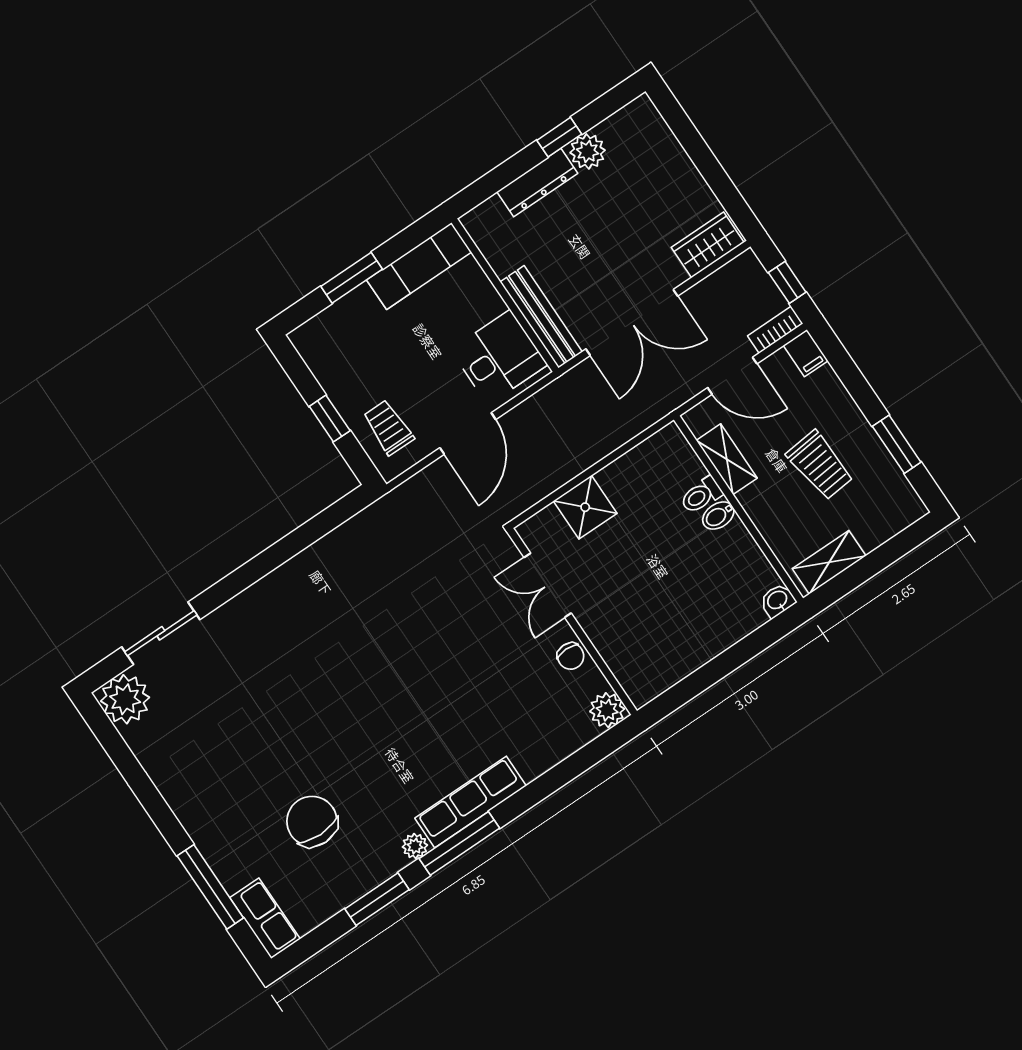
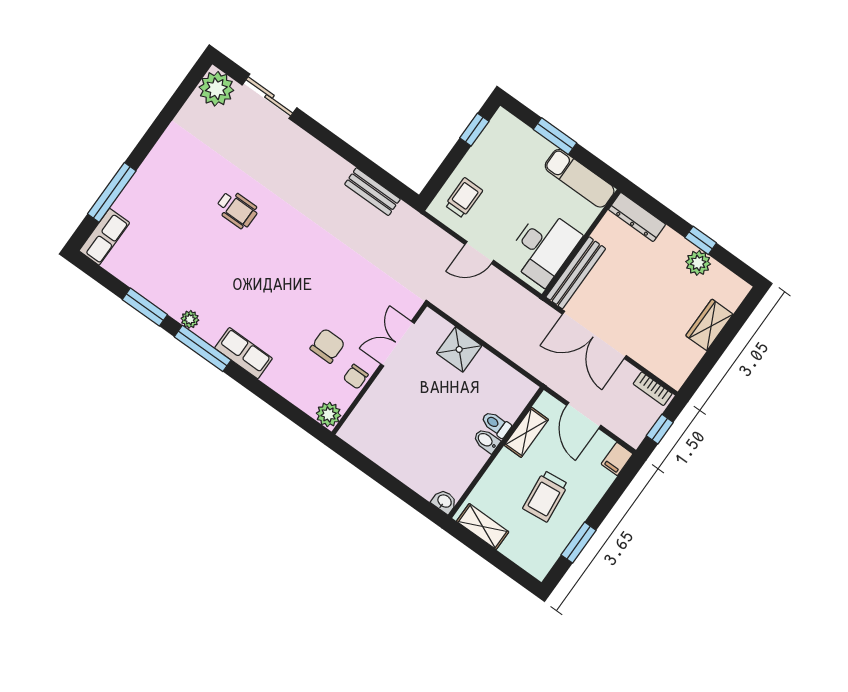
dresser: (537, 183) -> (637, 217), moved
wardrobe: (708, 245) -> (709, 325), moved, turned -90
bookcase: (775, 330) -> (653, 389), moved, turned 180
desk: (499, 357) -> (543, 247), width x1.37
window: (330, 419) -> (474, 130), moved
door: (468, 434) -> (479, 252), width x0.73
bench: (336, 544) -> (372, 192), added
wheelchair: (293, 731) -> (237, 209), added
row of seats: (471, 802) -> (244, 353), width x0.68
chair: (312, 821) -> (327, 346), moved, width x0.73, depth x0.73

